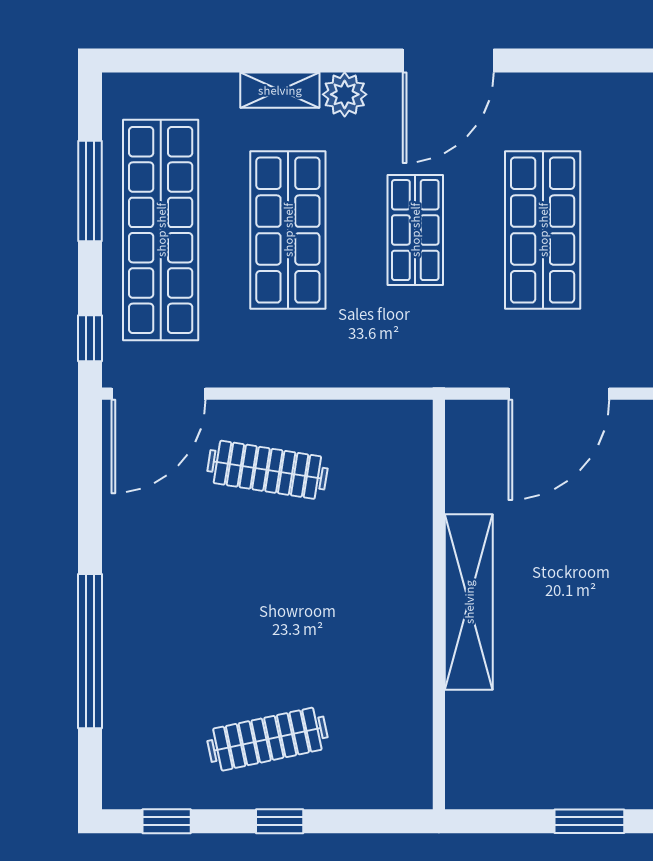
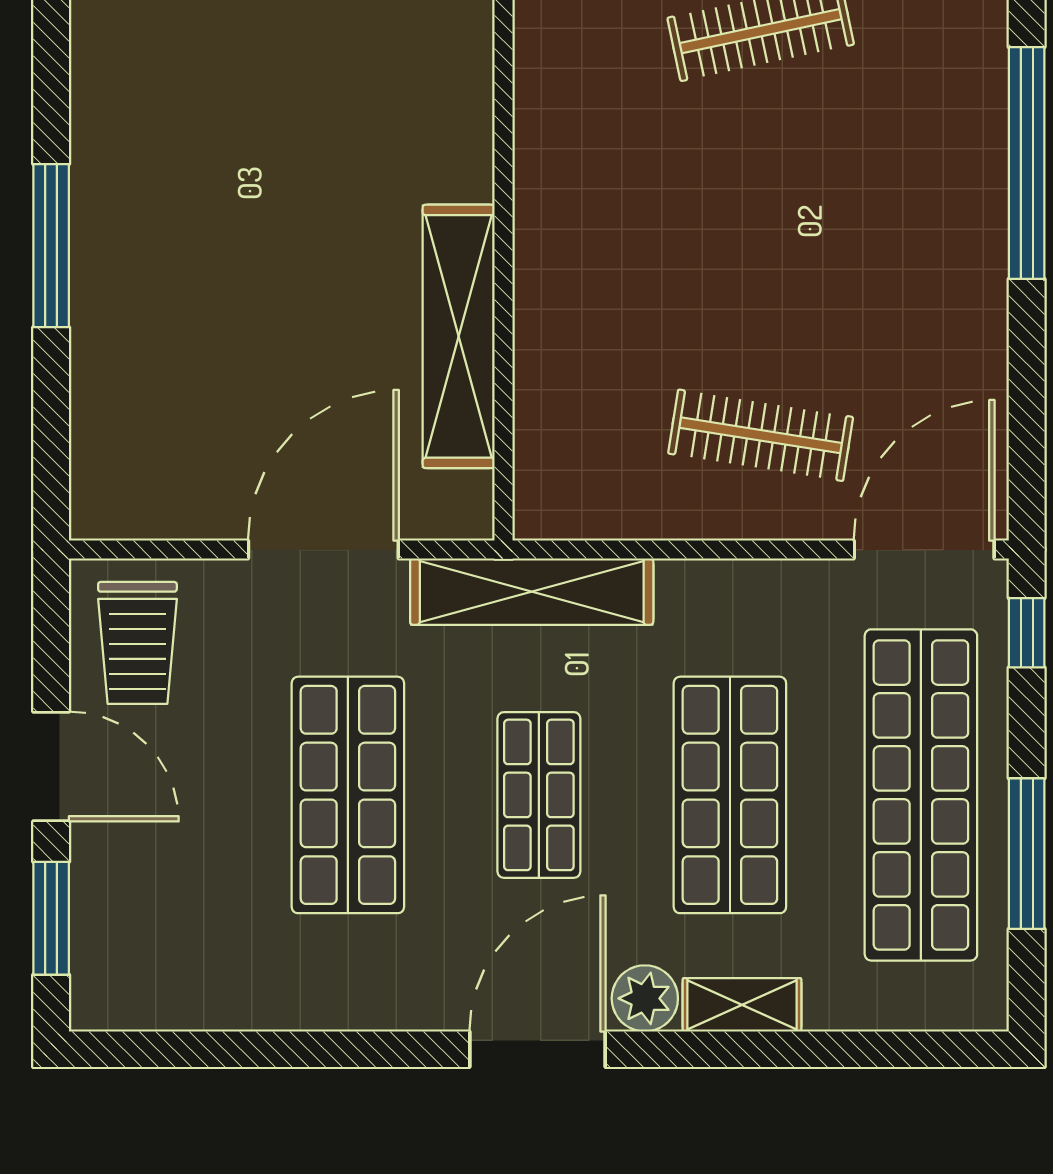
door: (448, 61) -> (537, 1049), moved
shelving: (420, 366) -> (532, 592), added
shelving: (469, 602) -> (459, 336), moved

